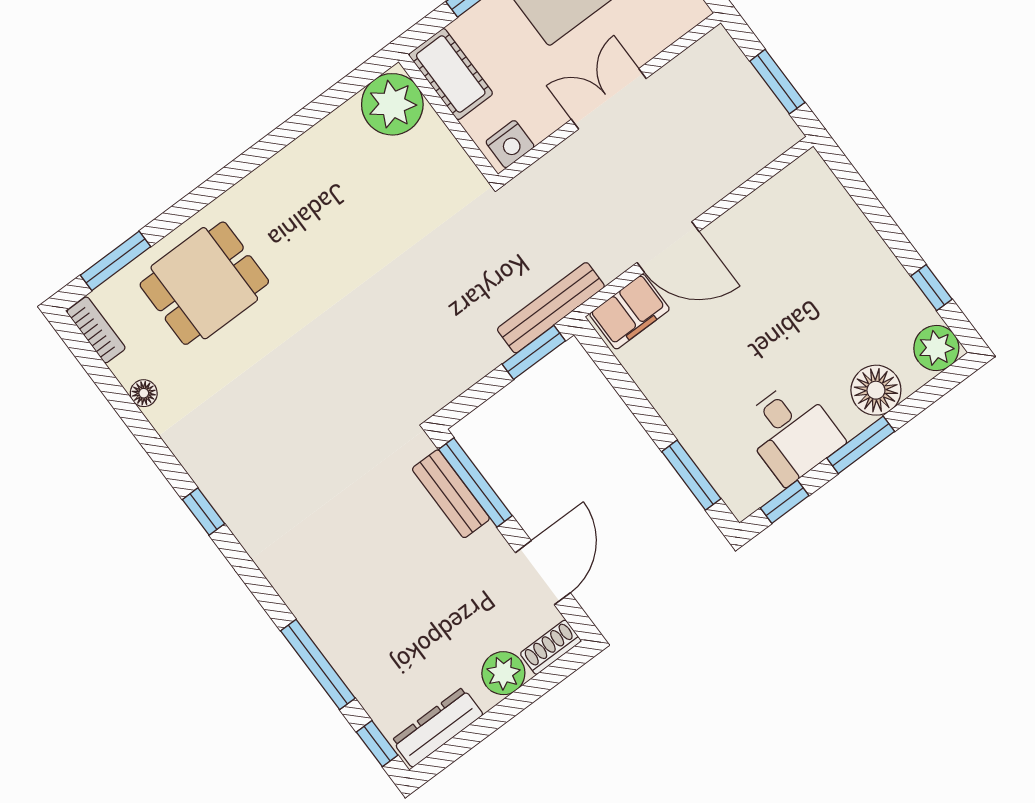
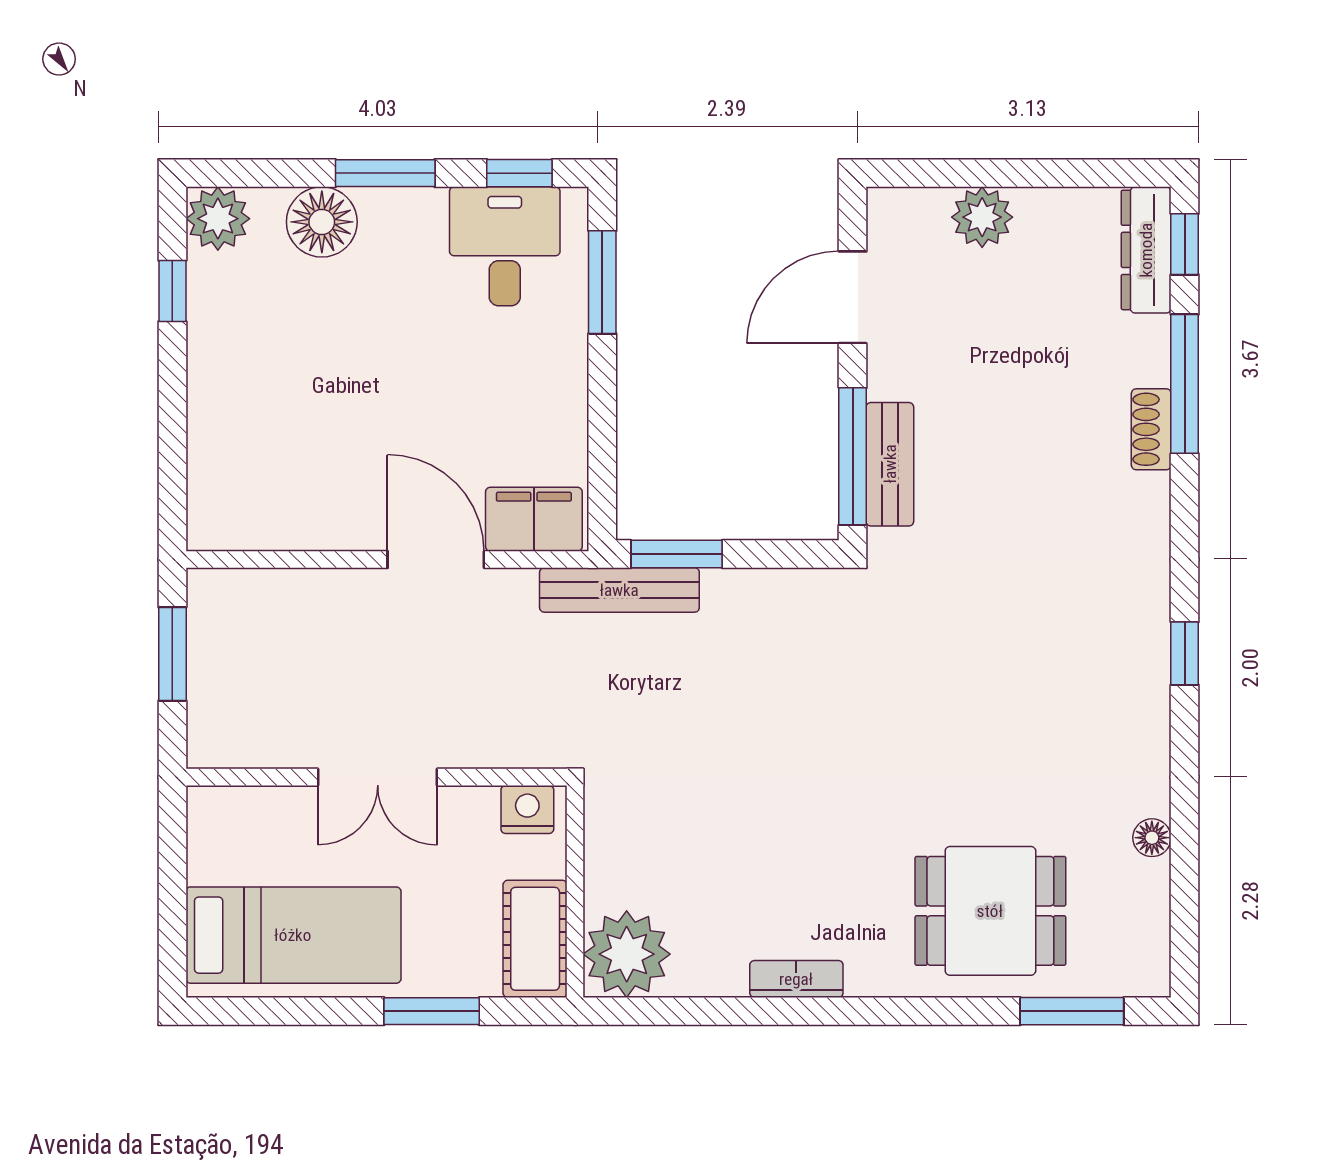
bookcase: (96, 330) -> (796, 979), moved, turned 90
desk: (791, 432) -> (505, 246), moved
shoe rack: (551, 647) -> (1151, 429), moved, turned 90
dresser: (438, 727) -> (1146, 250), moved, turned 90

